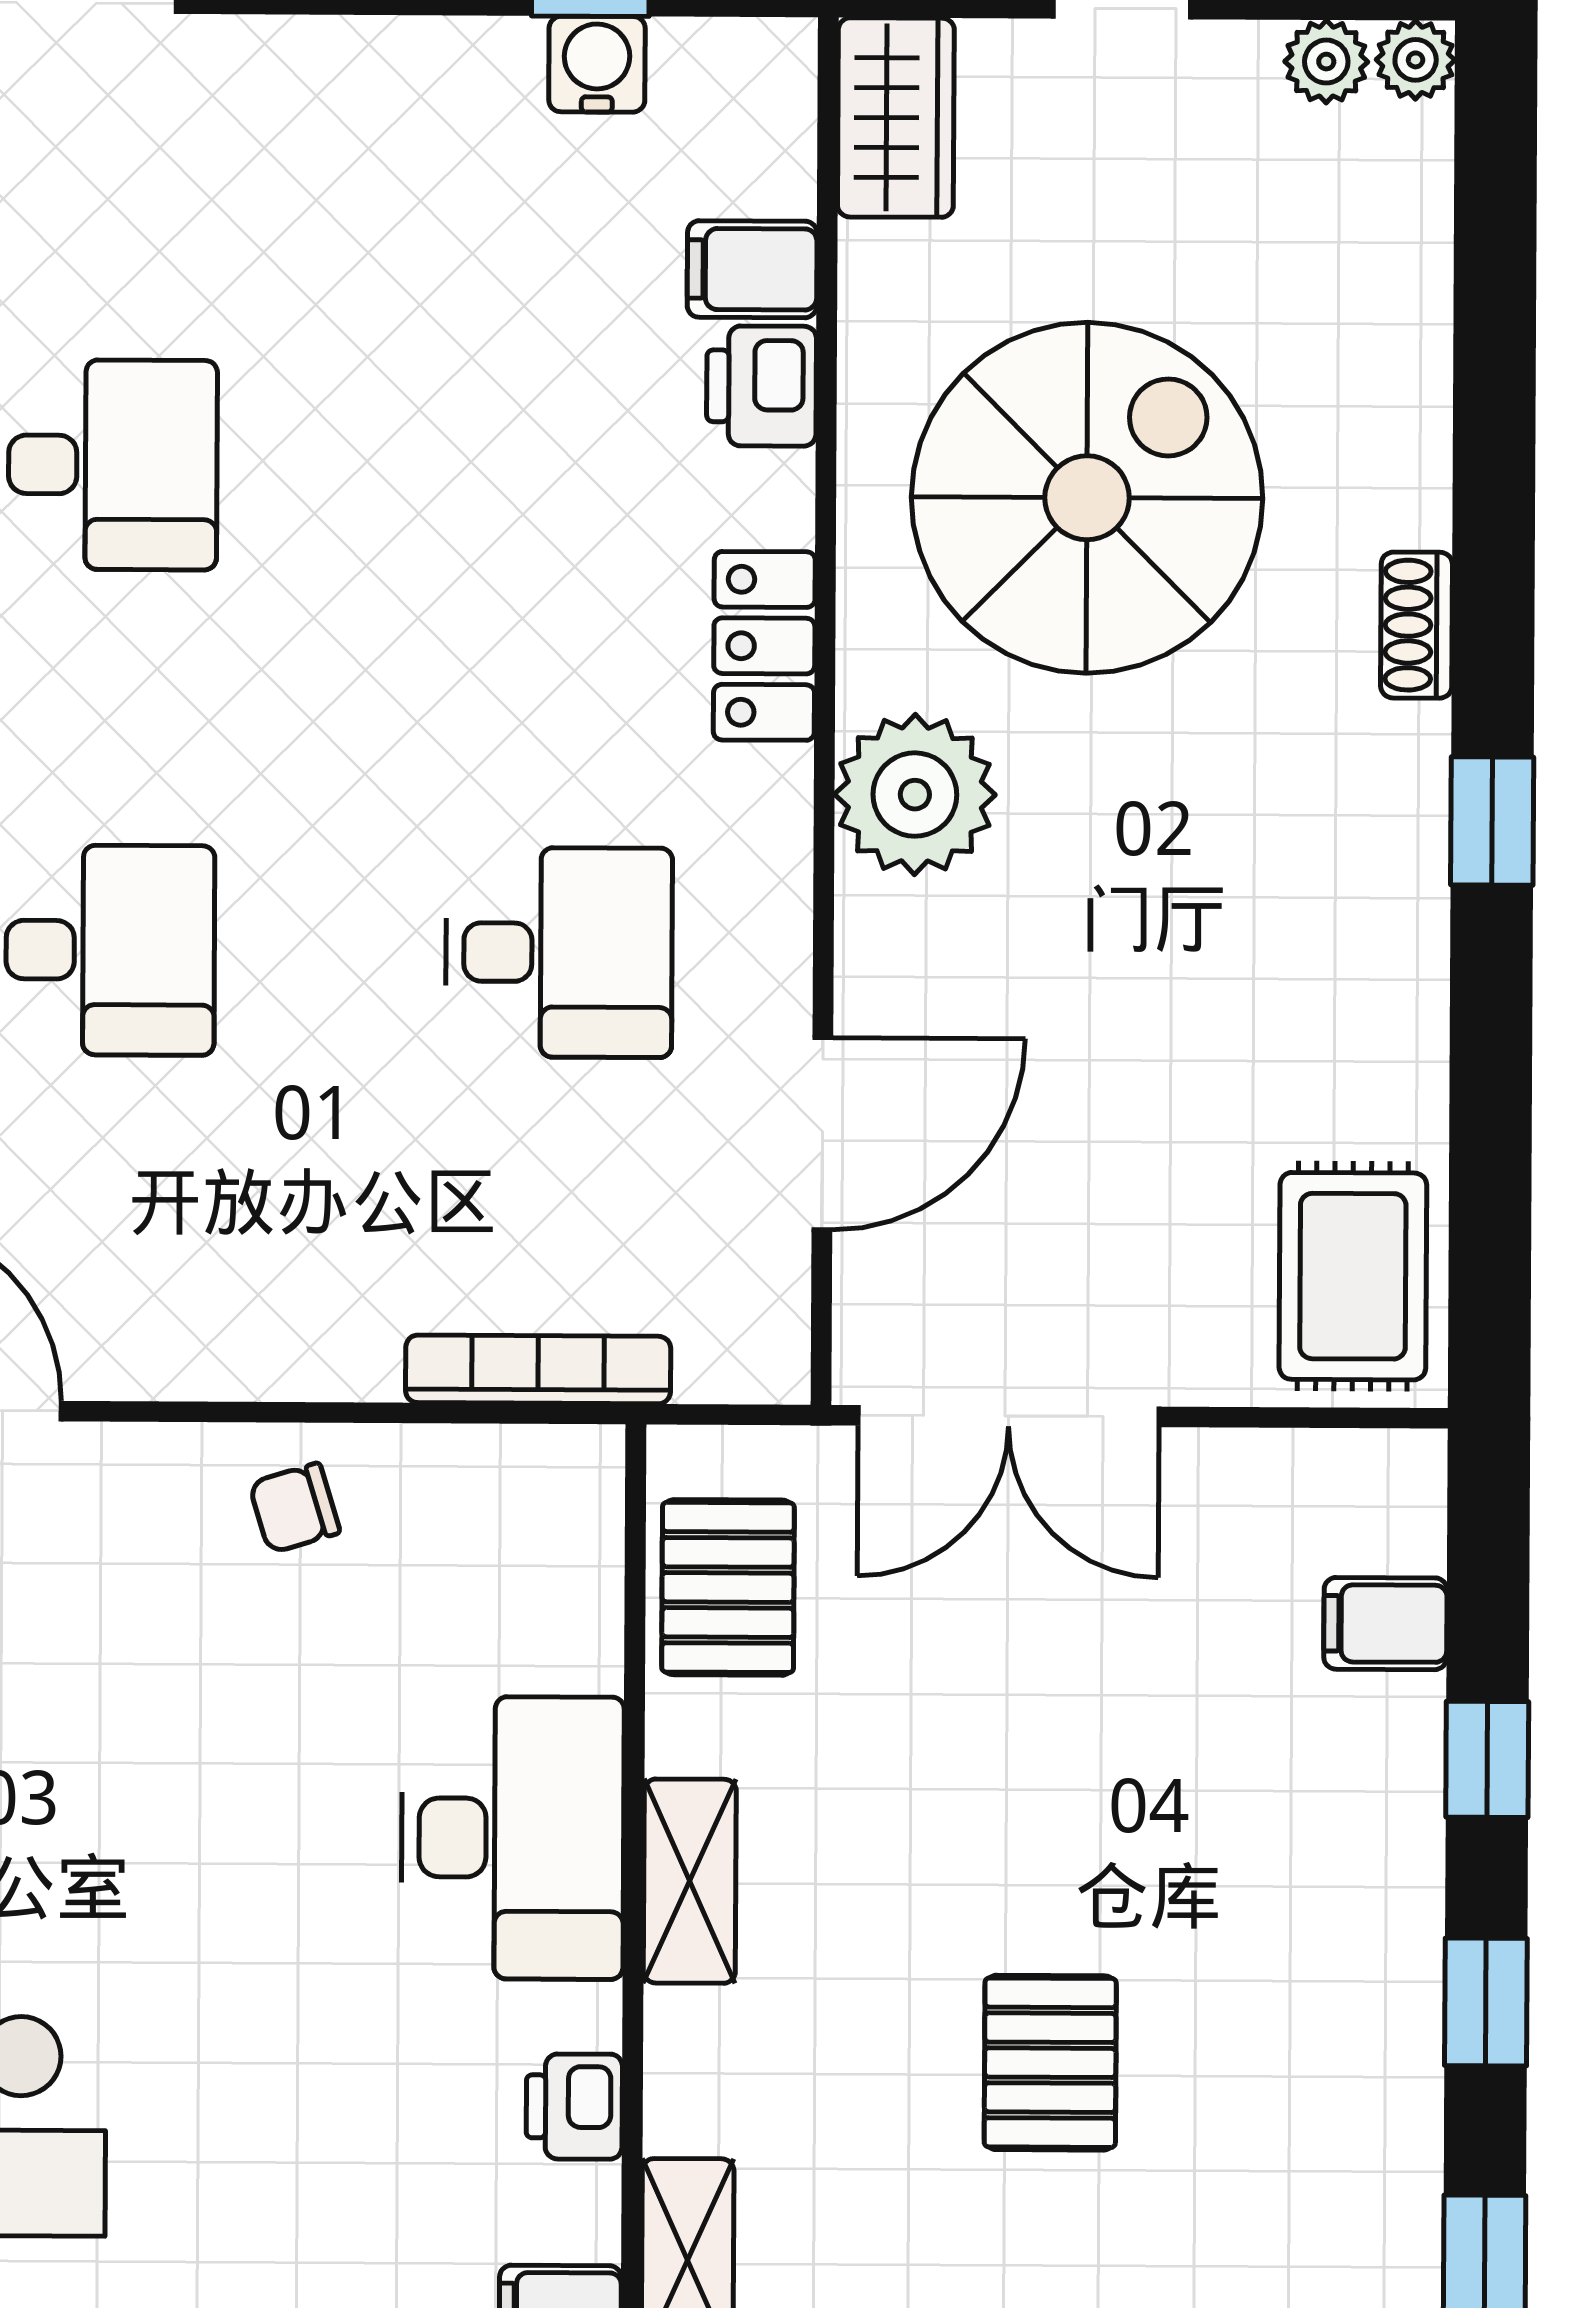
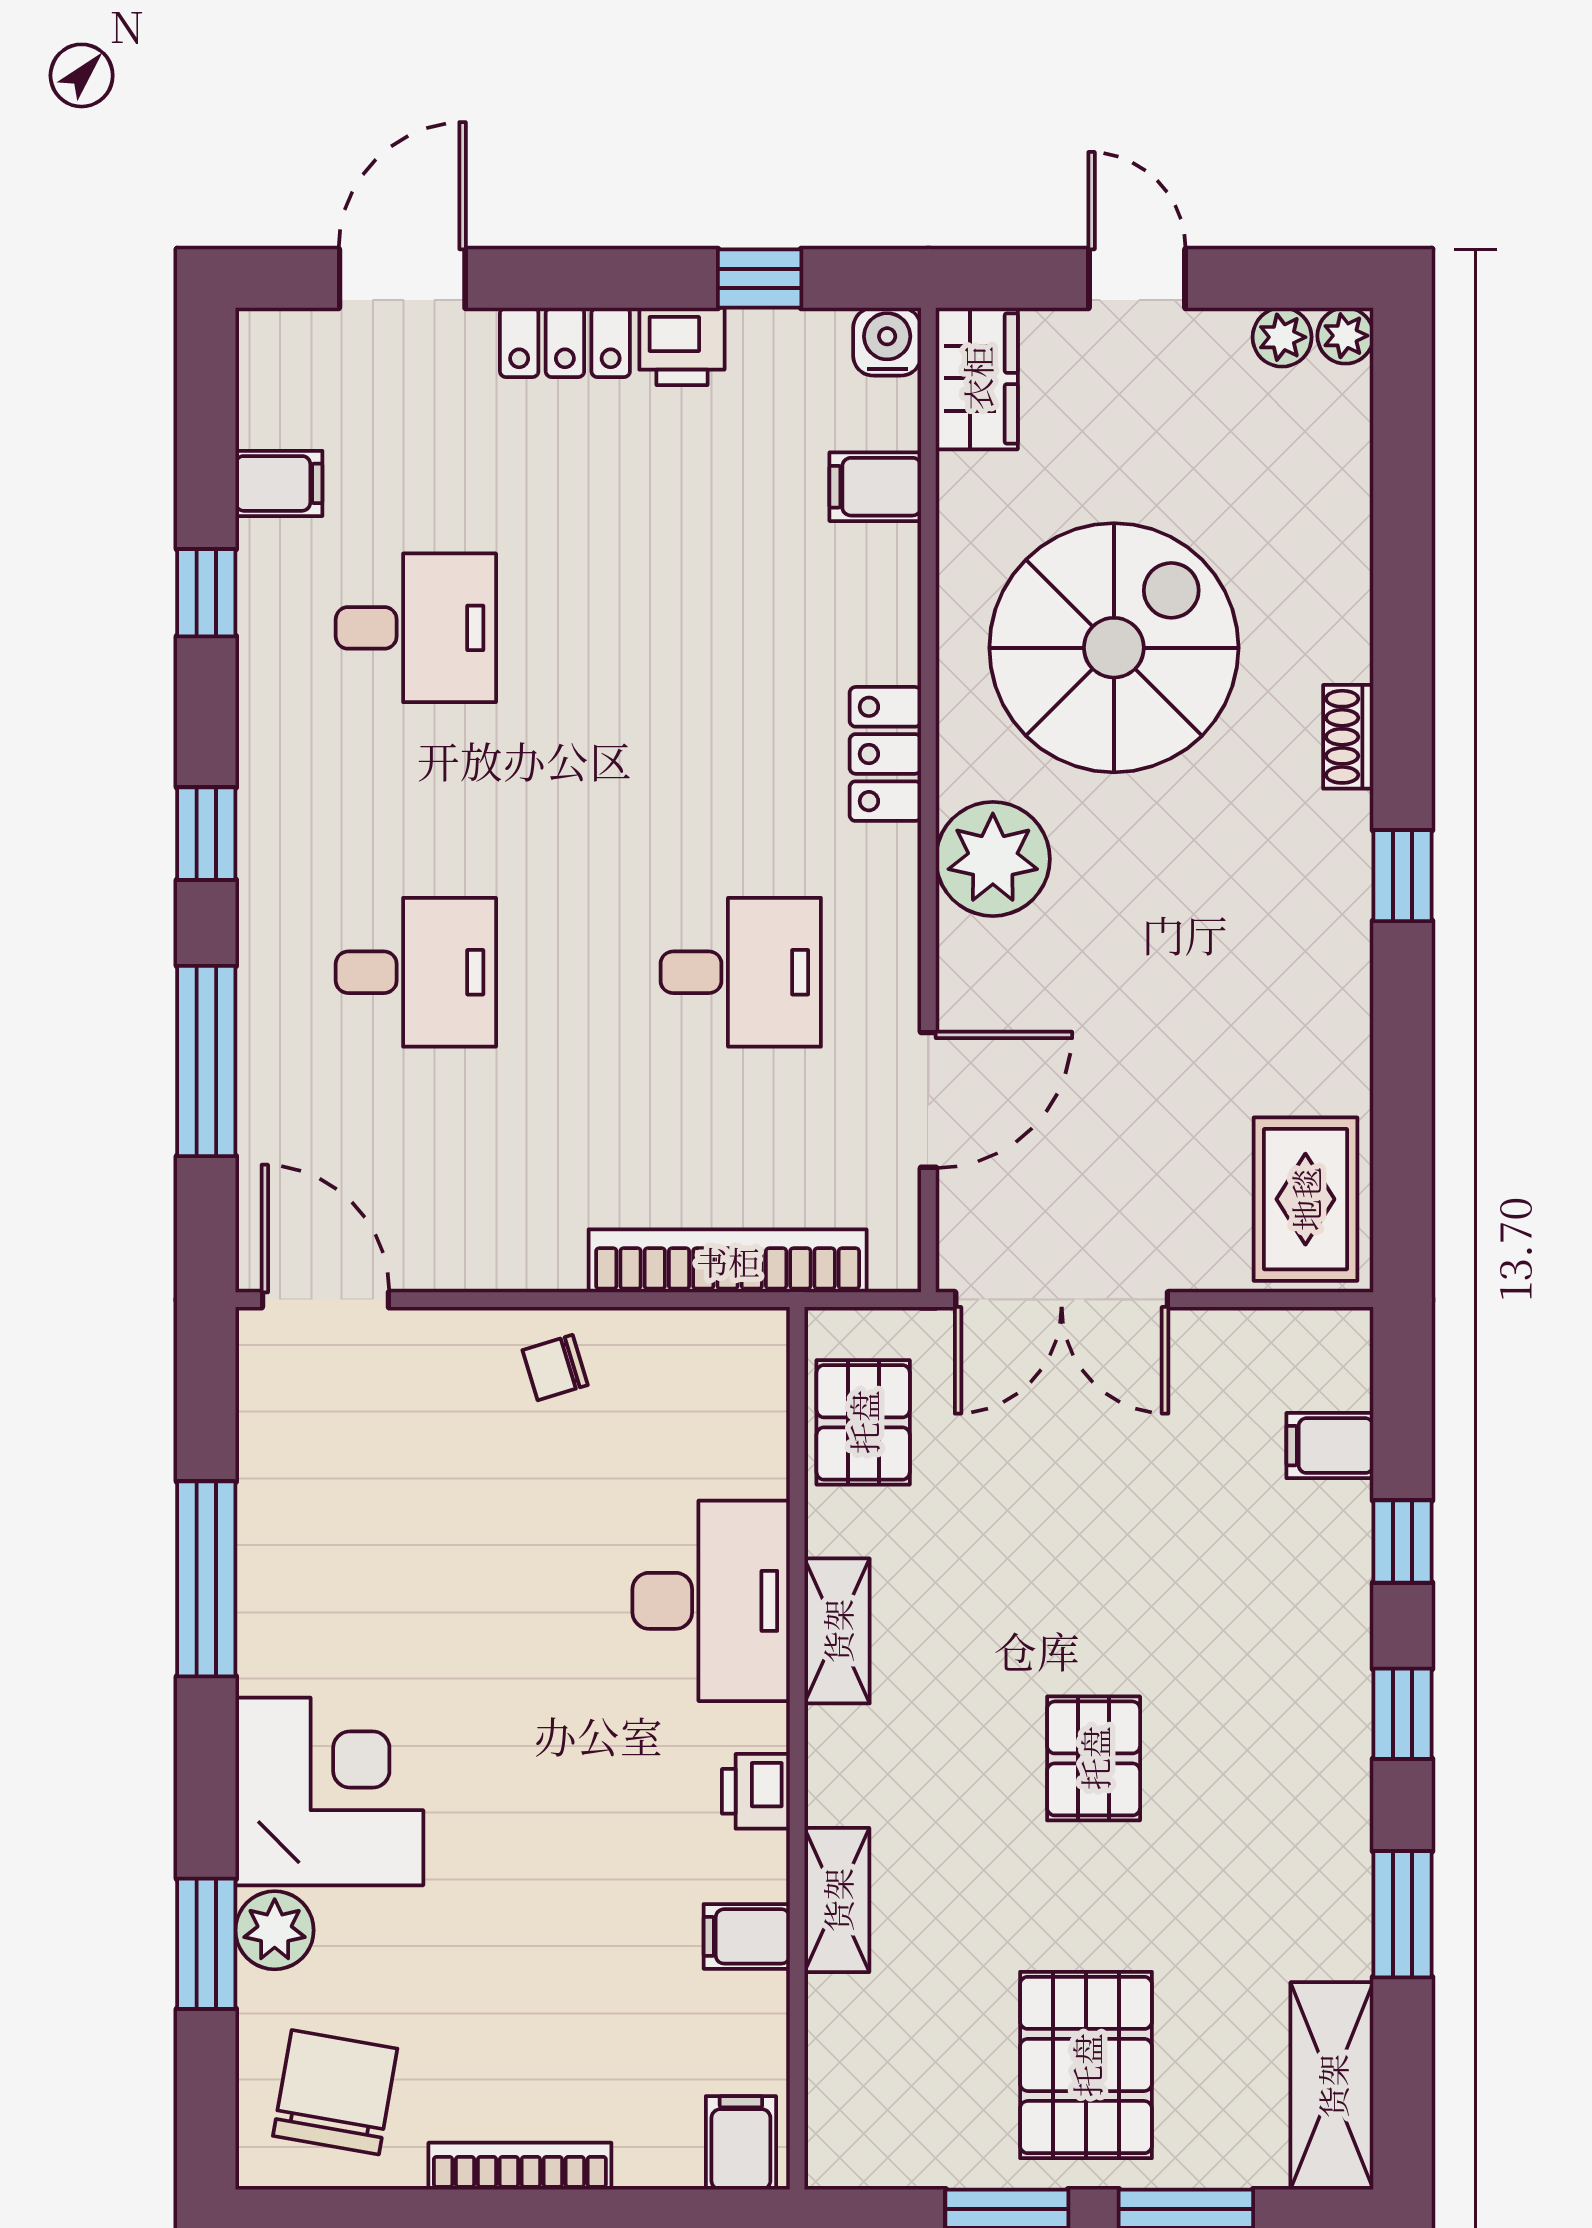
locker: (316, 64) -> (565, 342), added
water cooler: (597, 64) -> (887, 342), moved
printer: (761, 386) -> (682, 346), moved, turned -90
bookcase: (538, 1369) -> (728, 1261), width x1.48, depth x1.31

